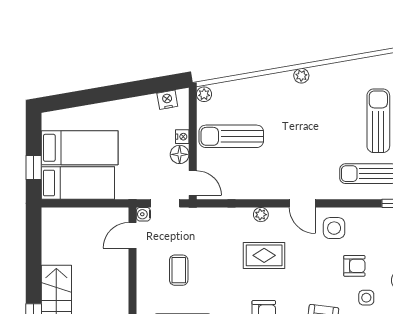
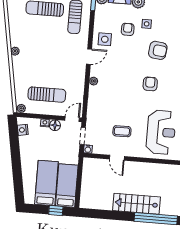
sun lounger: (231, 136) -> (47, 95), turned -90
door: (133, 235) -> (117, 158), moved
rug: (264, 255) -> (117, 81), removed

